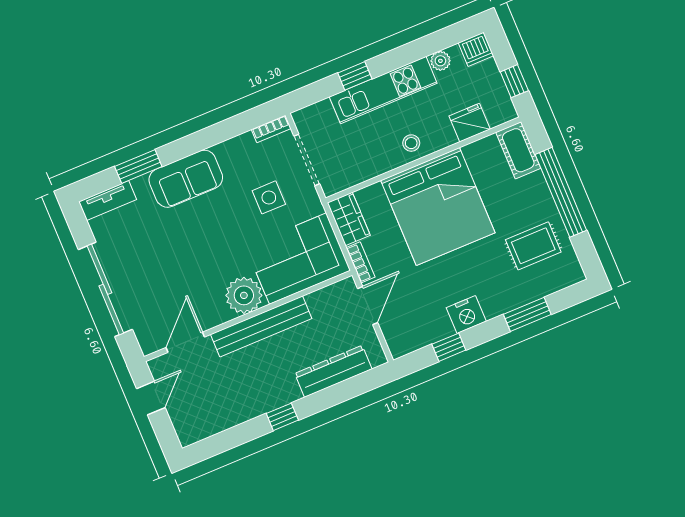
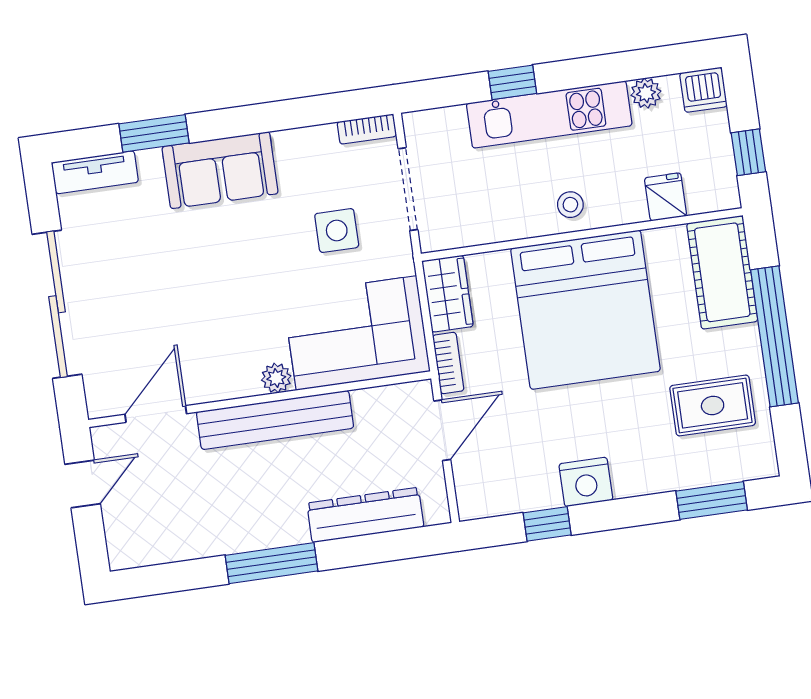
fridge: (470, 123) -> (666, 197), width x0.72
cot: (518, 150) -> (722, 272), width x1.37, depth x1.34
plant: (244, 295) -> (276, 378), width x0.53, depth x0.53
window: (527, 314) -> (712, 501), moved
window: (282, 417) -> (272, 563), width x2.17

